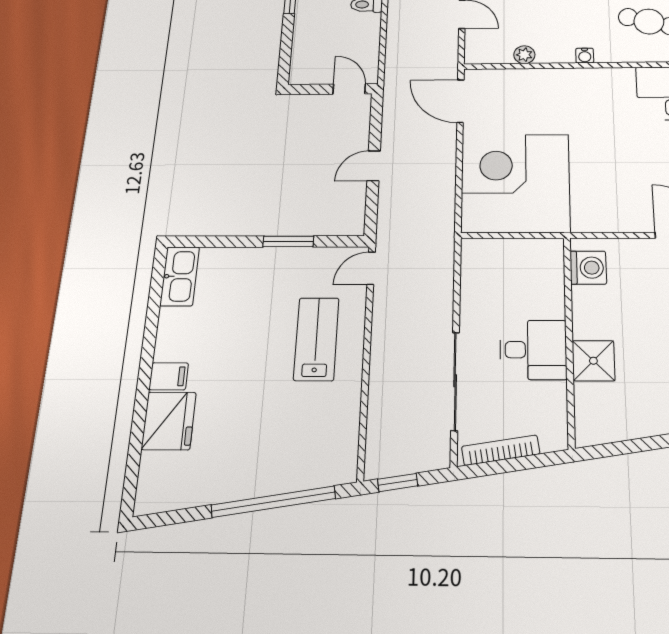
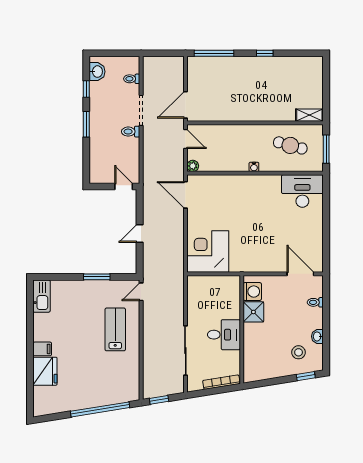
plant: (524, 55) -> (193, 166), moved
corner desk: (515, 183) -> (208, 252), width x0.74, depth x0.74
shower: (593, 361) -> (253, 312), moved
bookcase: (501, 450) -> (221, 382), moved

